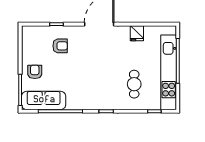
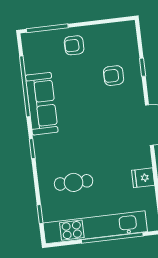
armchair: (60, 46) -> (114, 76), turned 90
armchair: (35, 72) -> (74, 45), turned 180
sofa: (44, 100) -> (42, 104), moved

